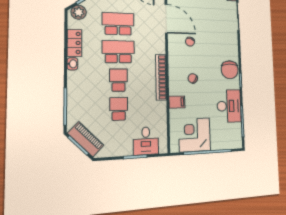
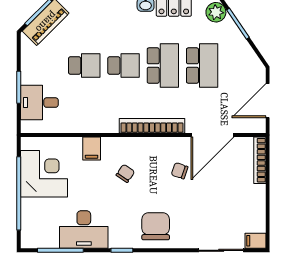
chair: (230, 70) -> (156, 226), moved, turned 90
bookcase: (161, 77) -> (152, 126), moved

